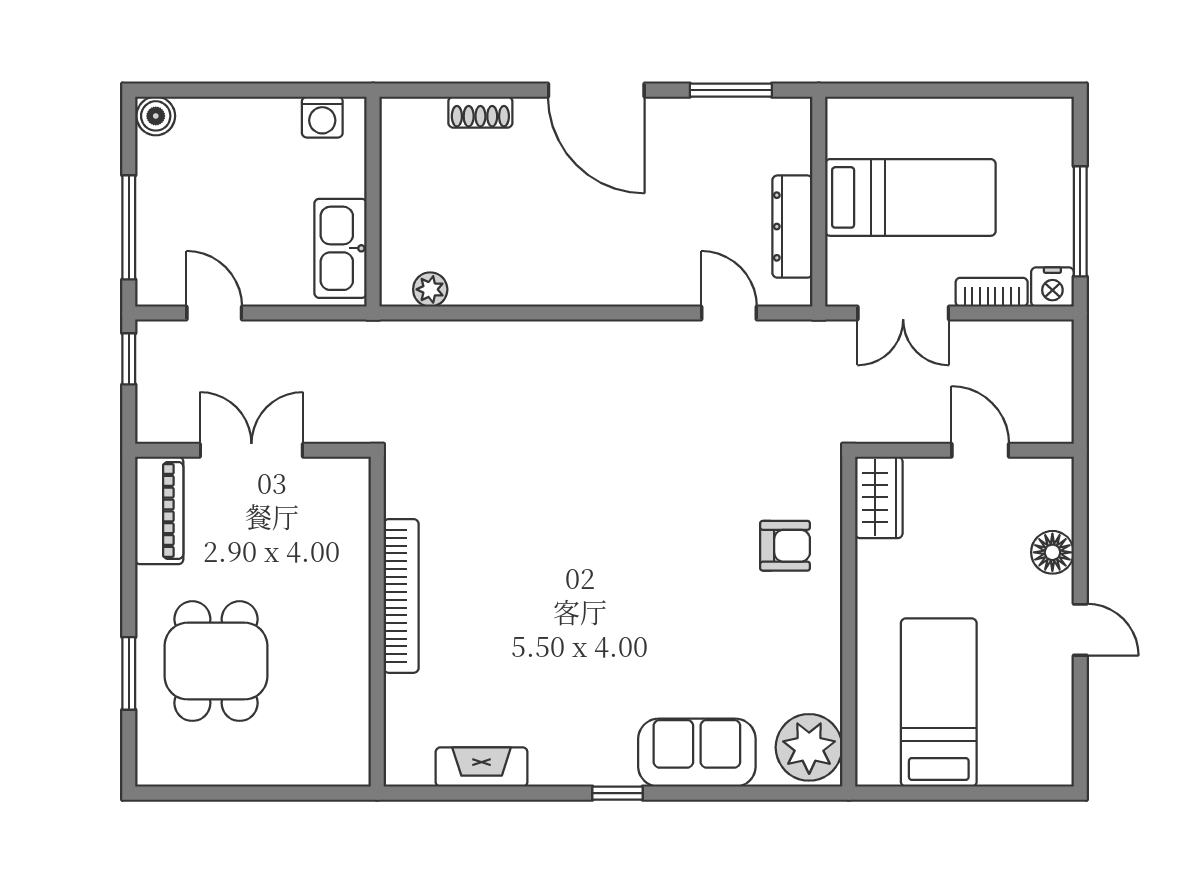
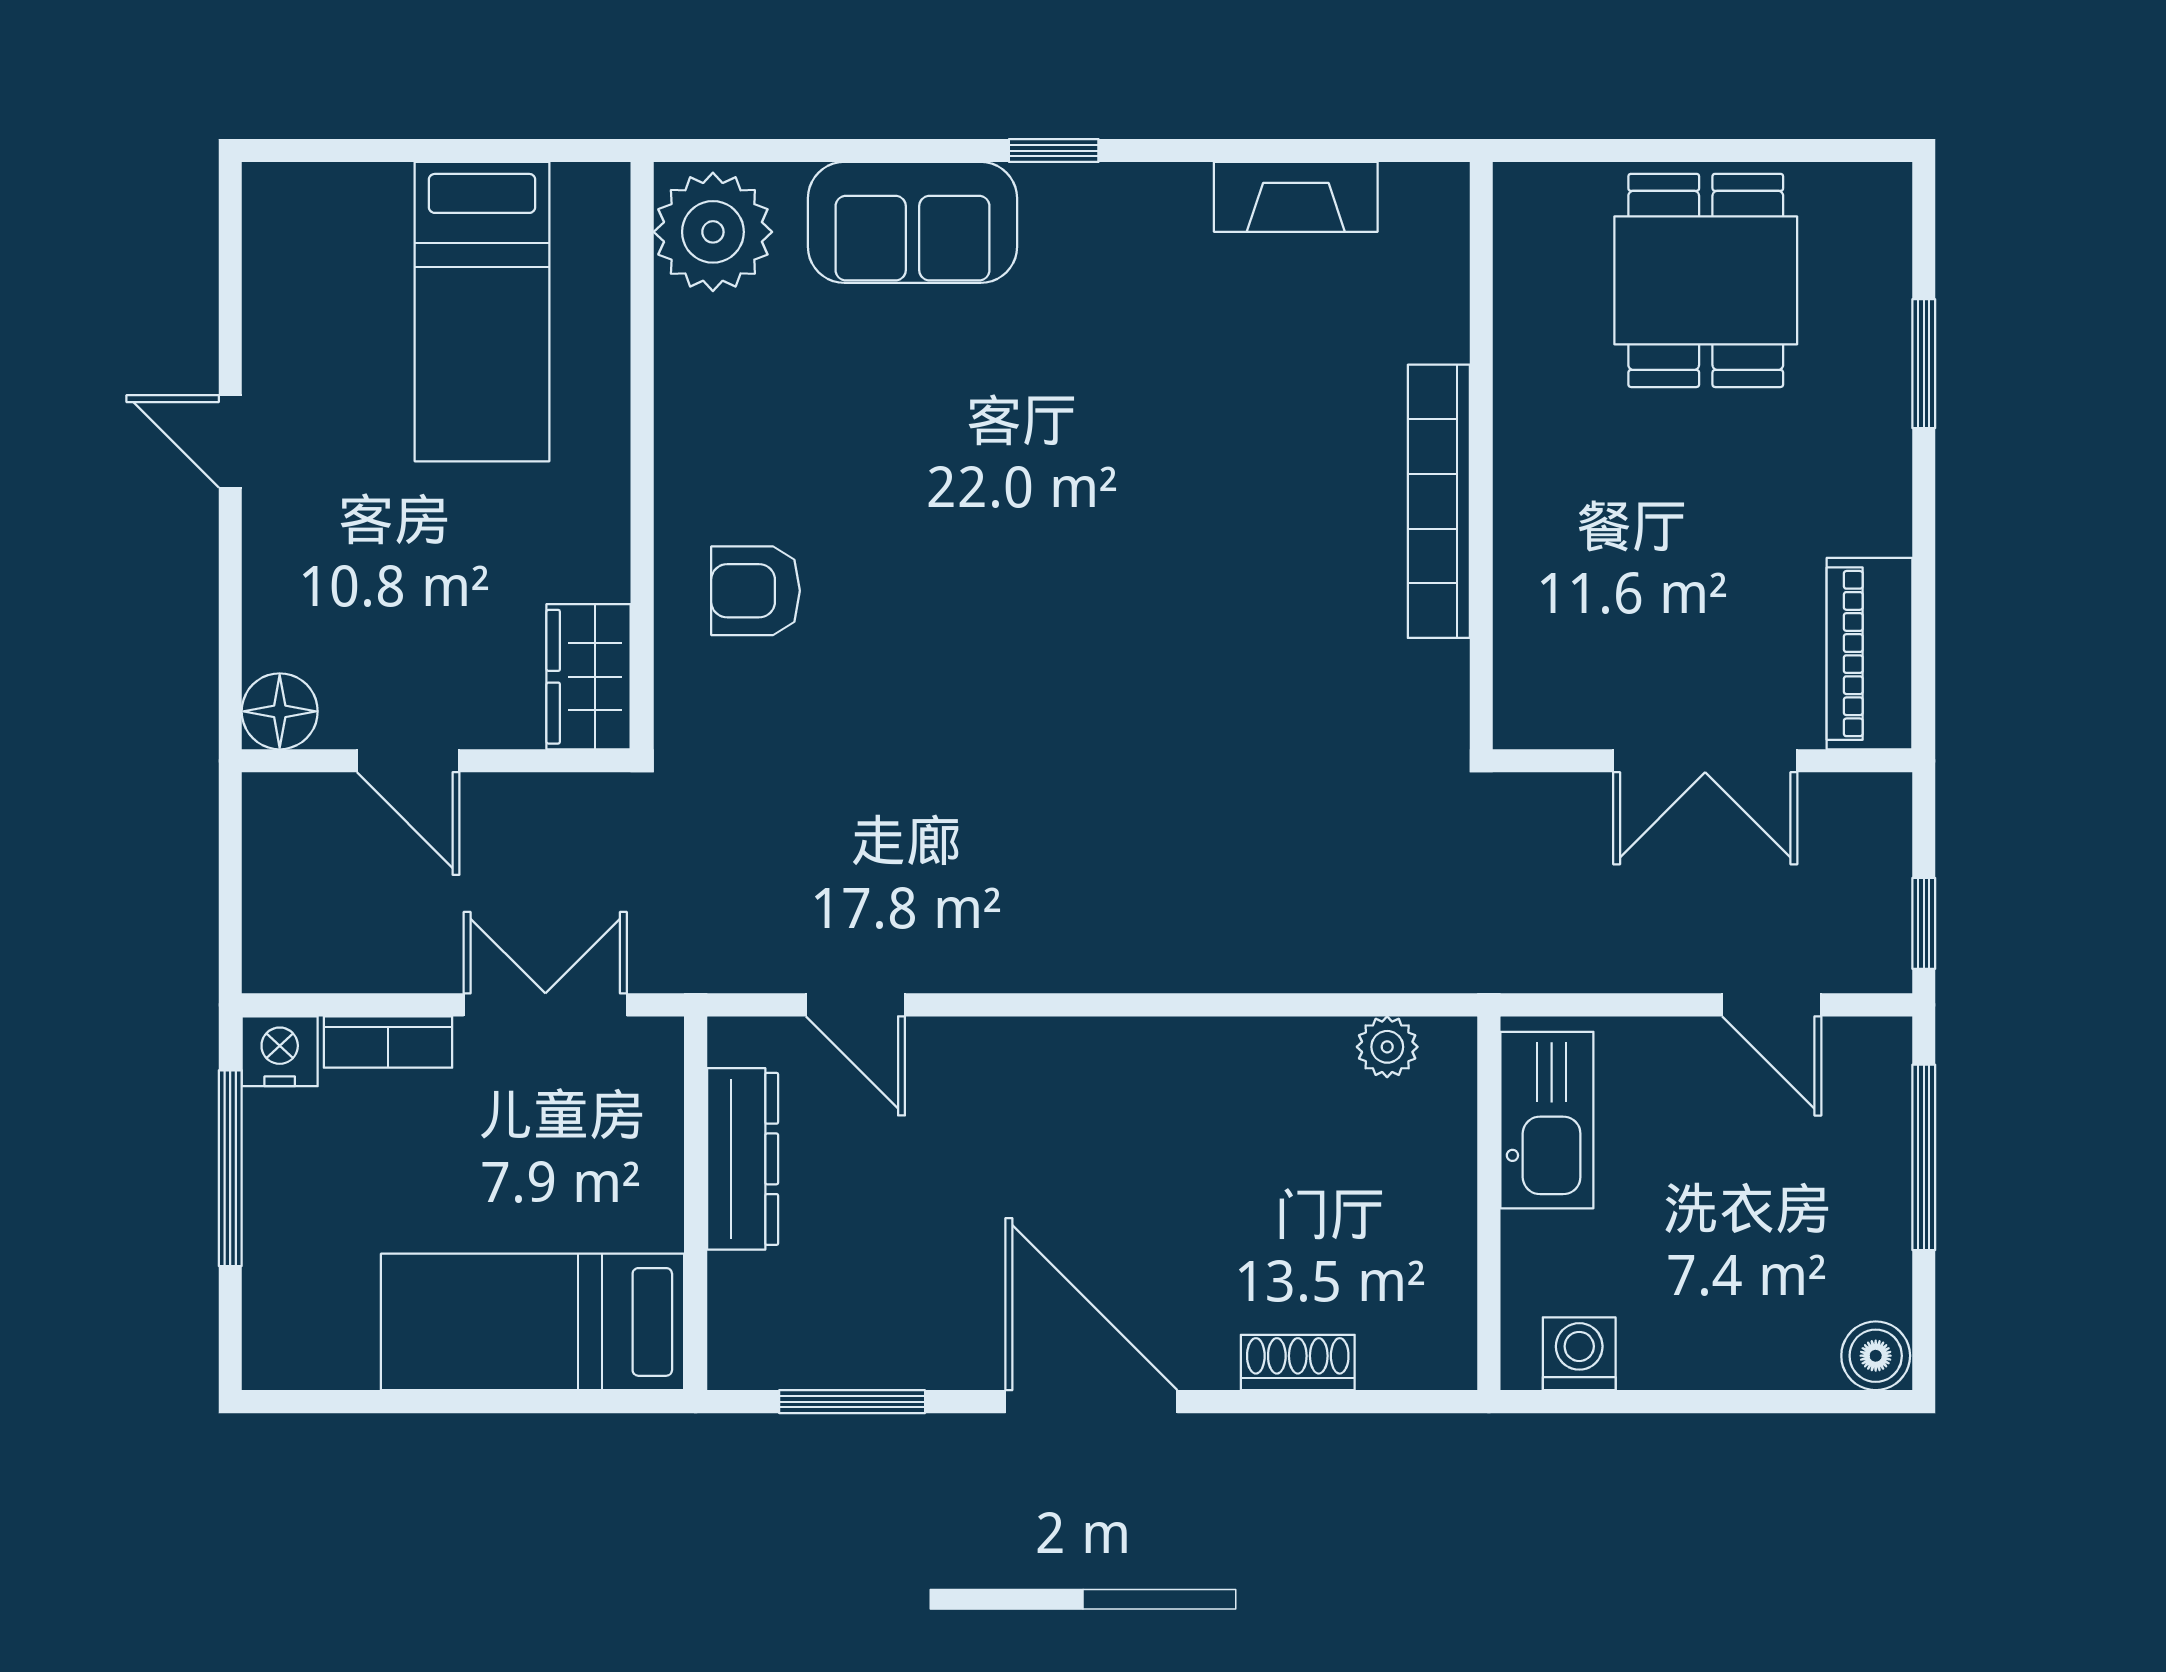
bed: (910, 197) -> (533, 1322), moved
floor lamp: (1052, 552) -> (280, 711), moved
dining table: (216, 661) -> (1706, 280), moved

